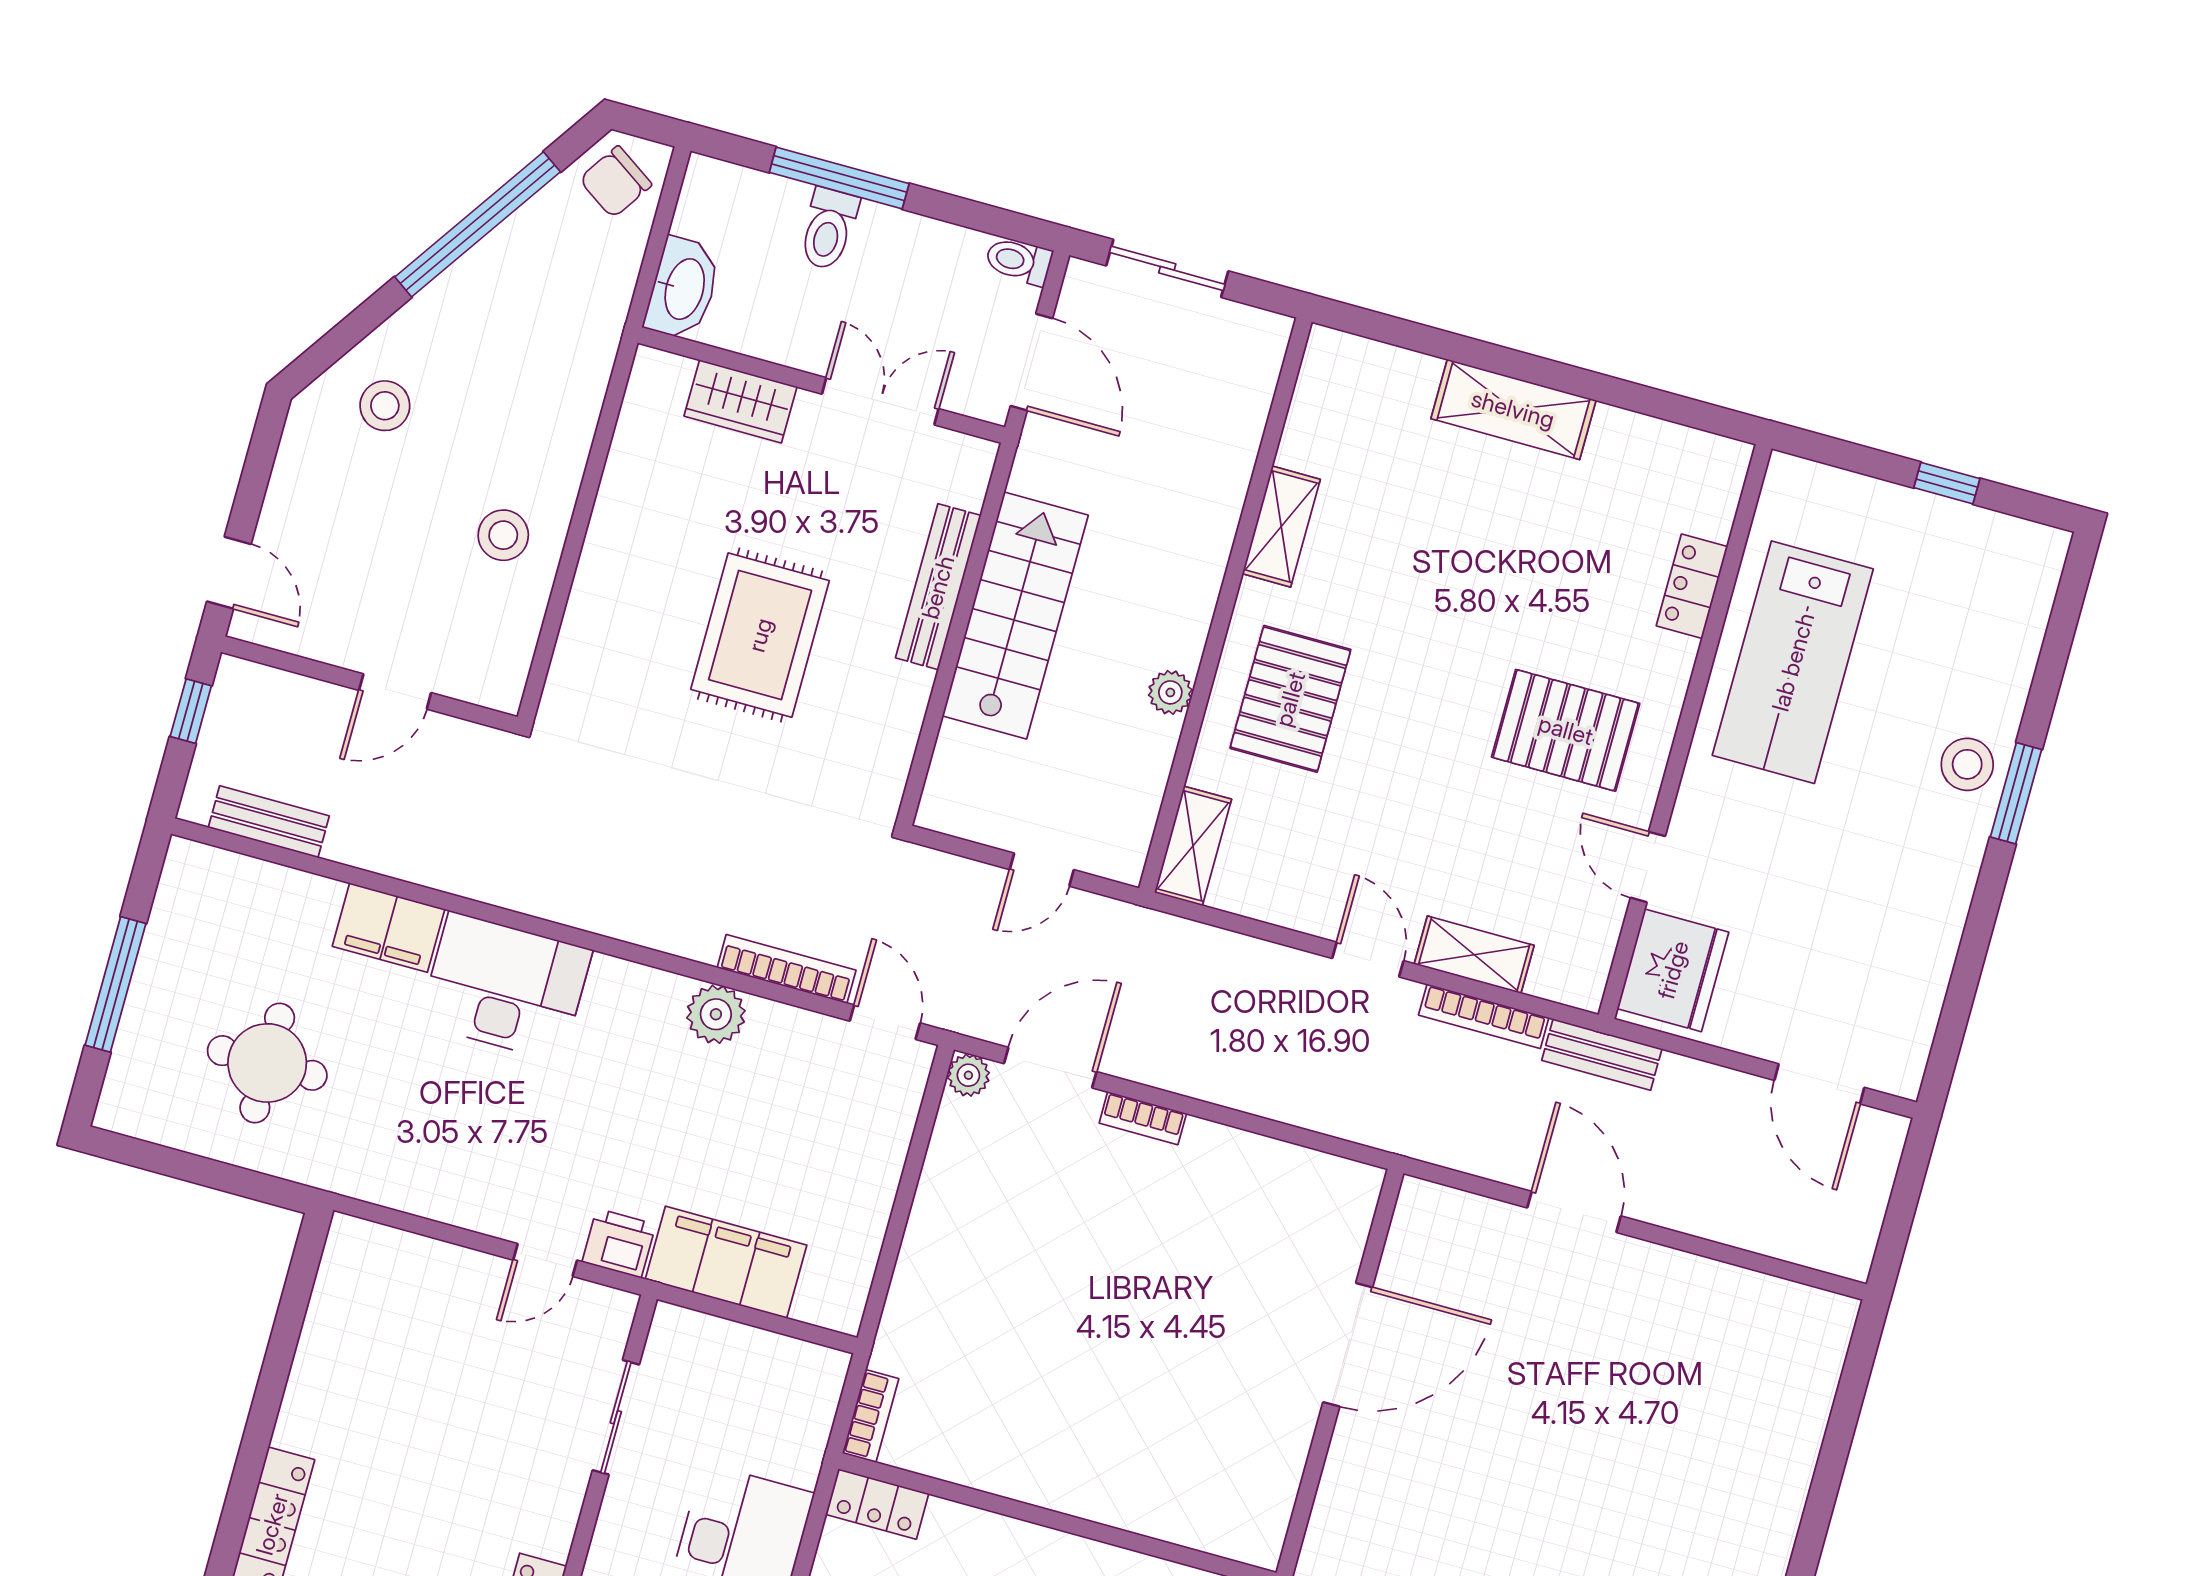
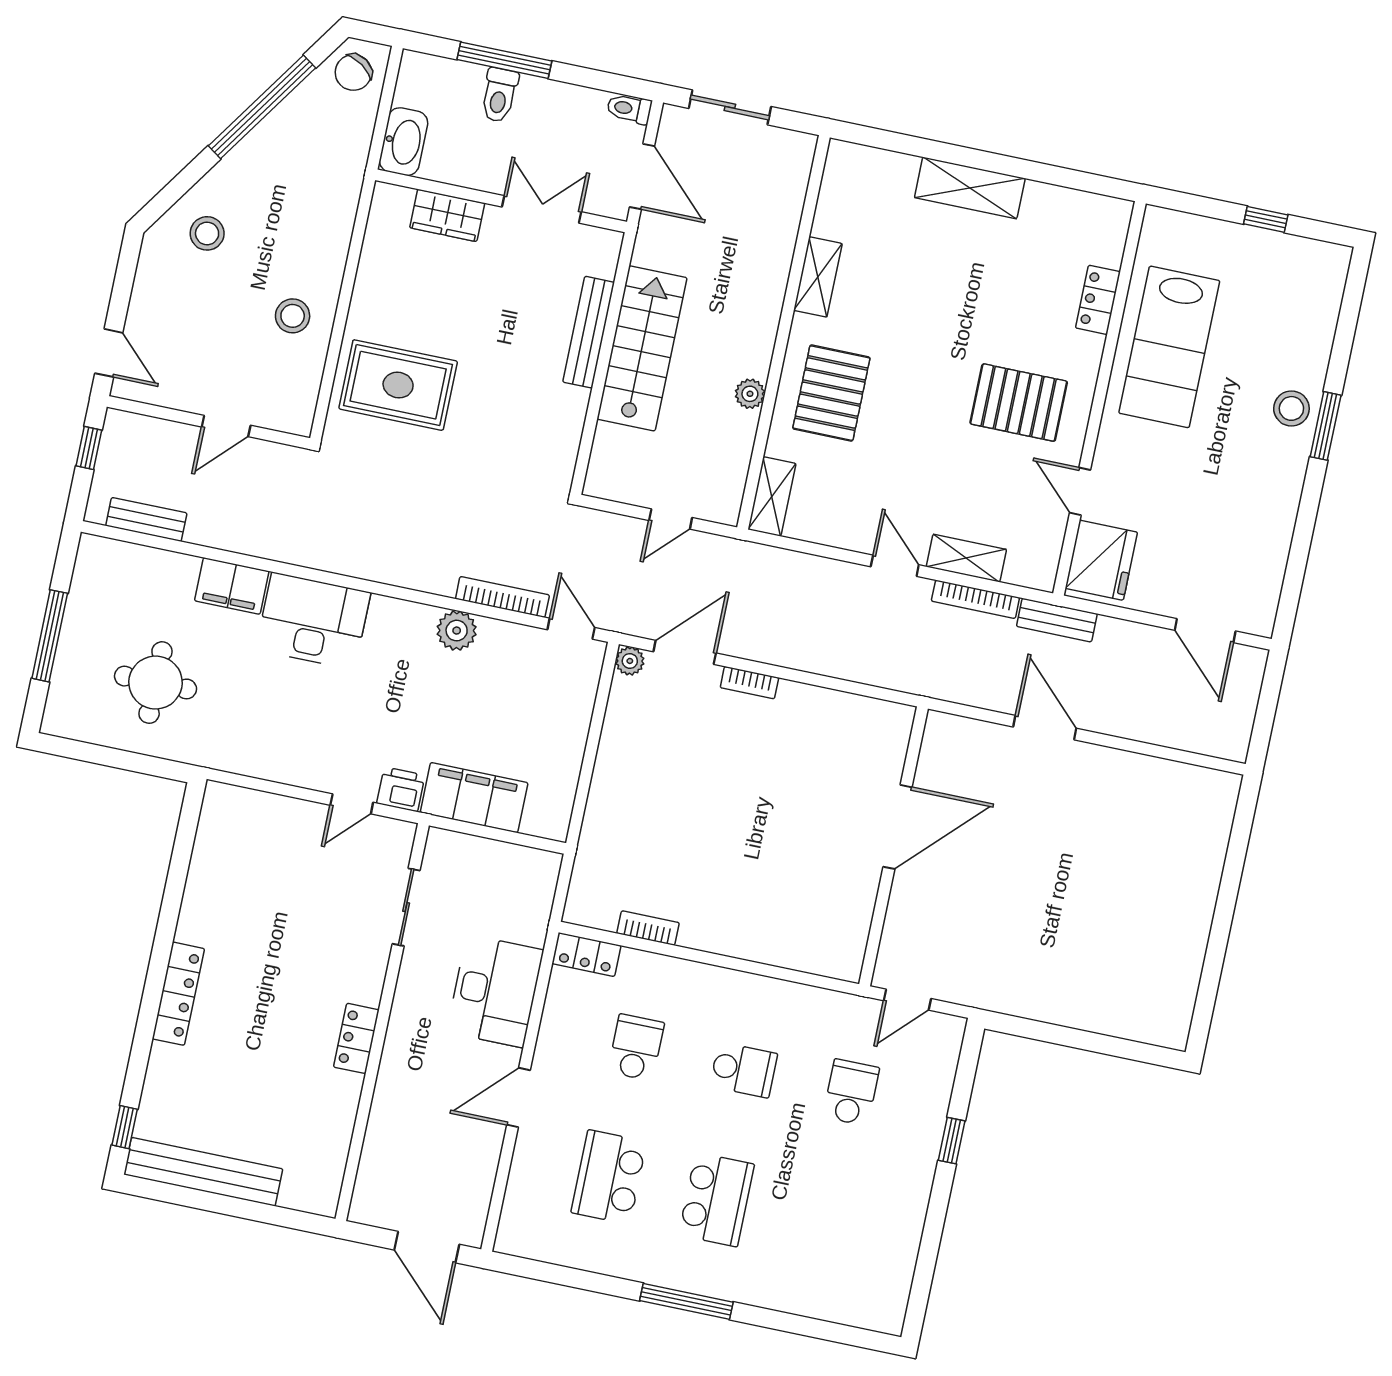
rug: (760, 635) -> (398, 385), moved, turned 90
bookcase: (871, 1416) -> (648, 928), moved, turned -90

